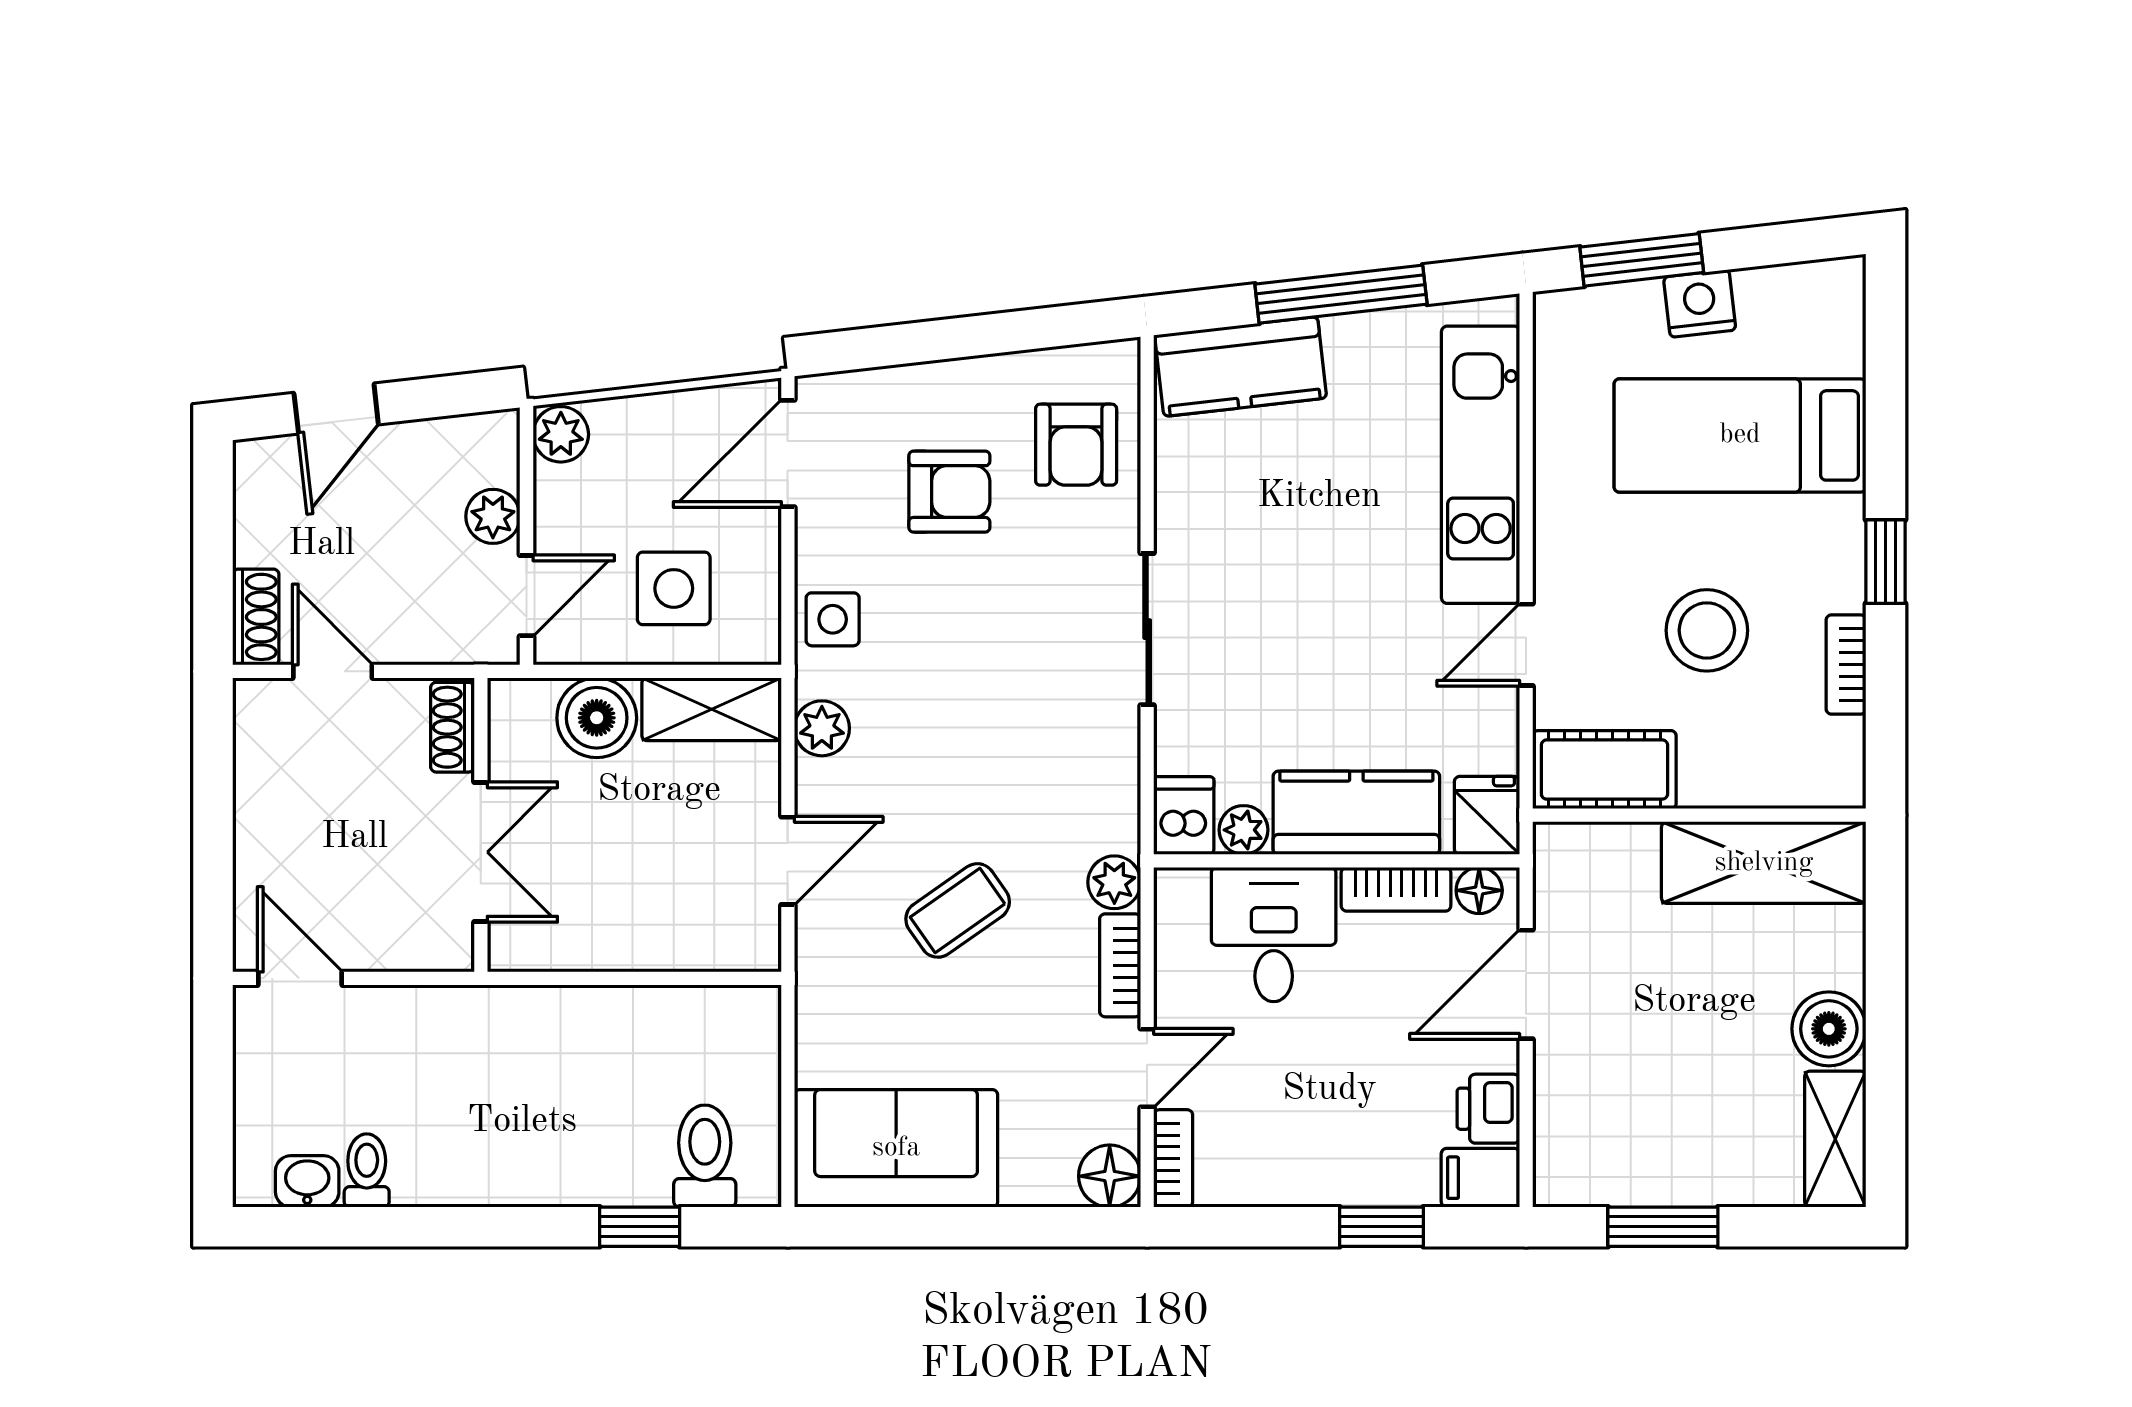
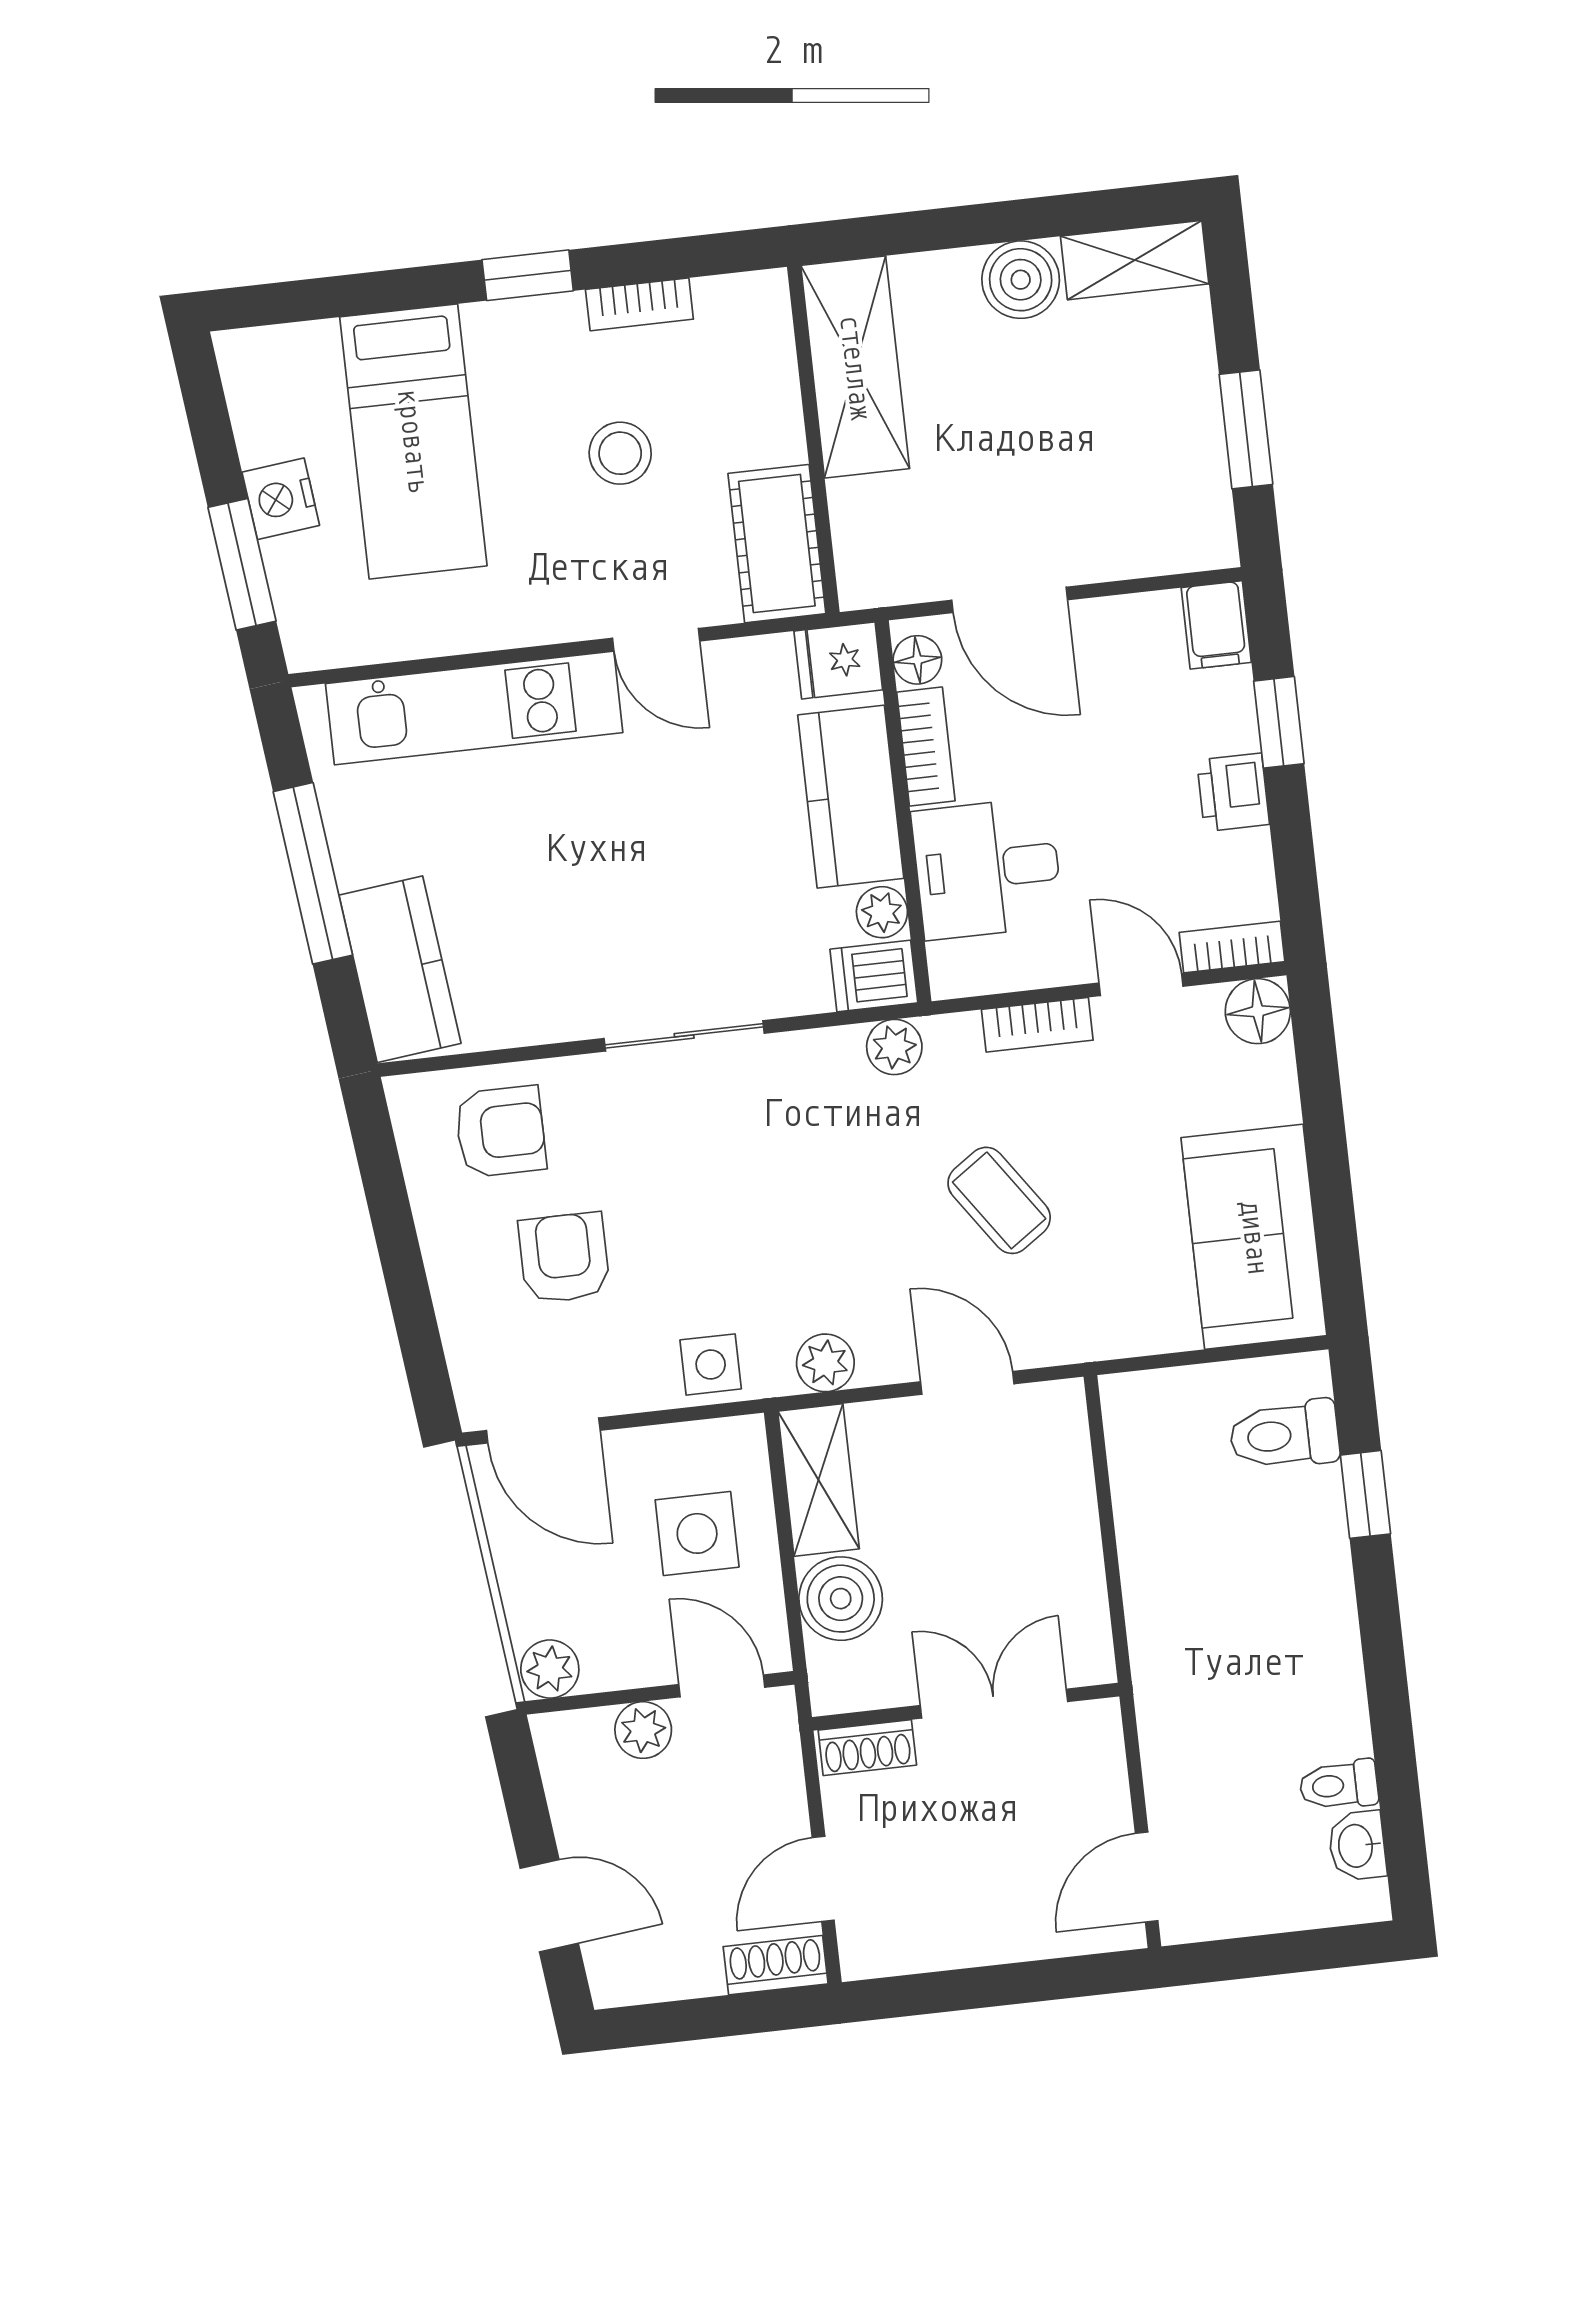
stool: (1707, 630) -> (620, 453), width x0.73, depth x0.73
plant: (1114, 882) -> (894, 1047), moved
printer: (1488, 1109) -> (1233, 792), moved, turned 90

